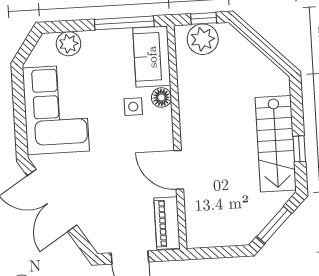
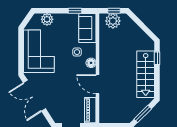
window: (124, 23) -> (75, 11), width x0.46
floor lamp: (161, 98) -> (91, 63), moved
window: (299, 149) -> (157, 58), moved

